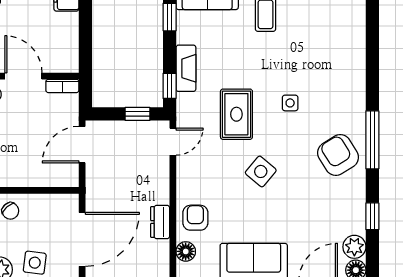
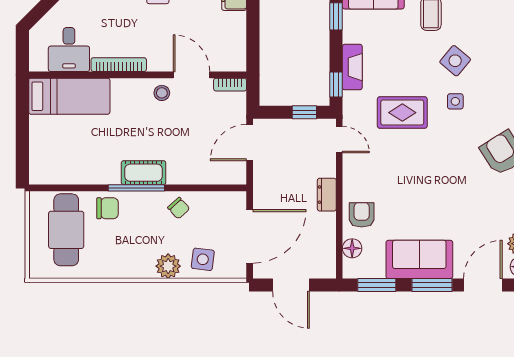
rug: (236, 114) -> (402, 113), turned 90
door: (173, 142) -> (339, 140), hinge flipped
side table: (261, 171) -> (455, 61), moved
dresser: (160, 222) -> (327, 195), moved

